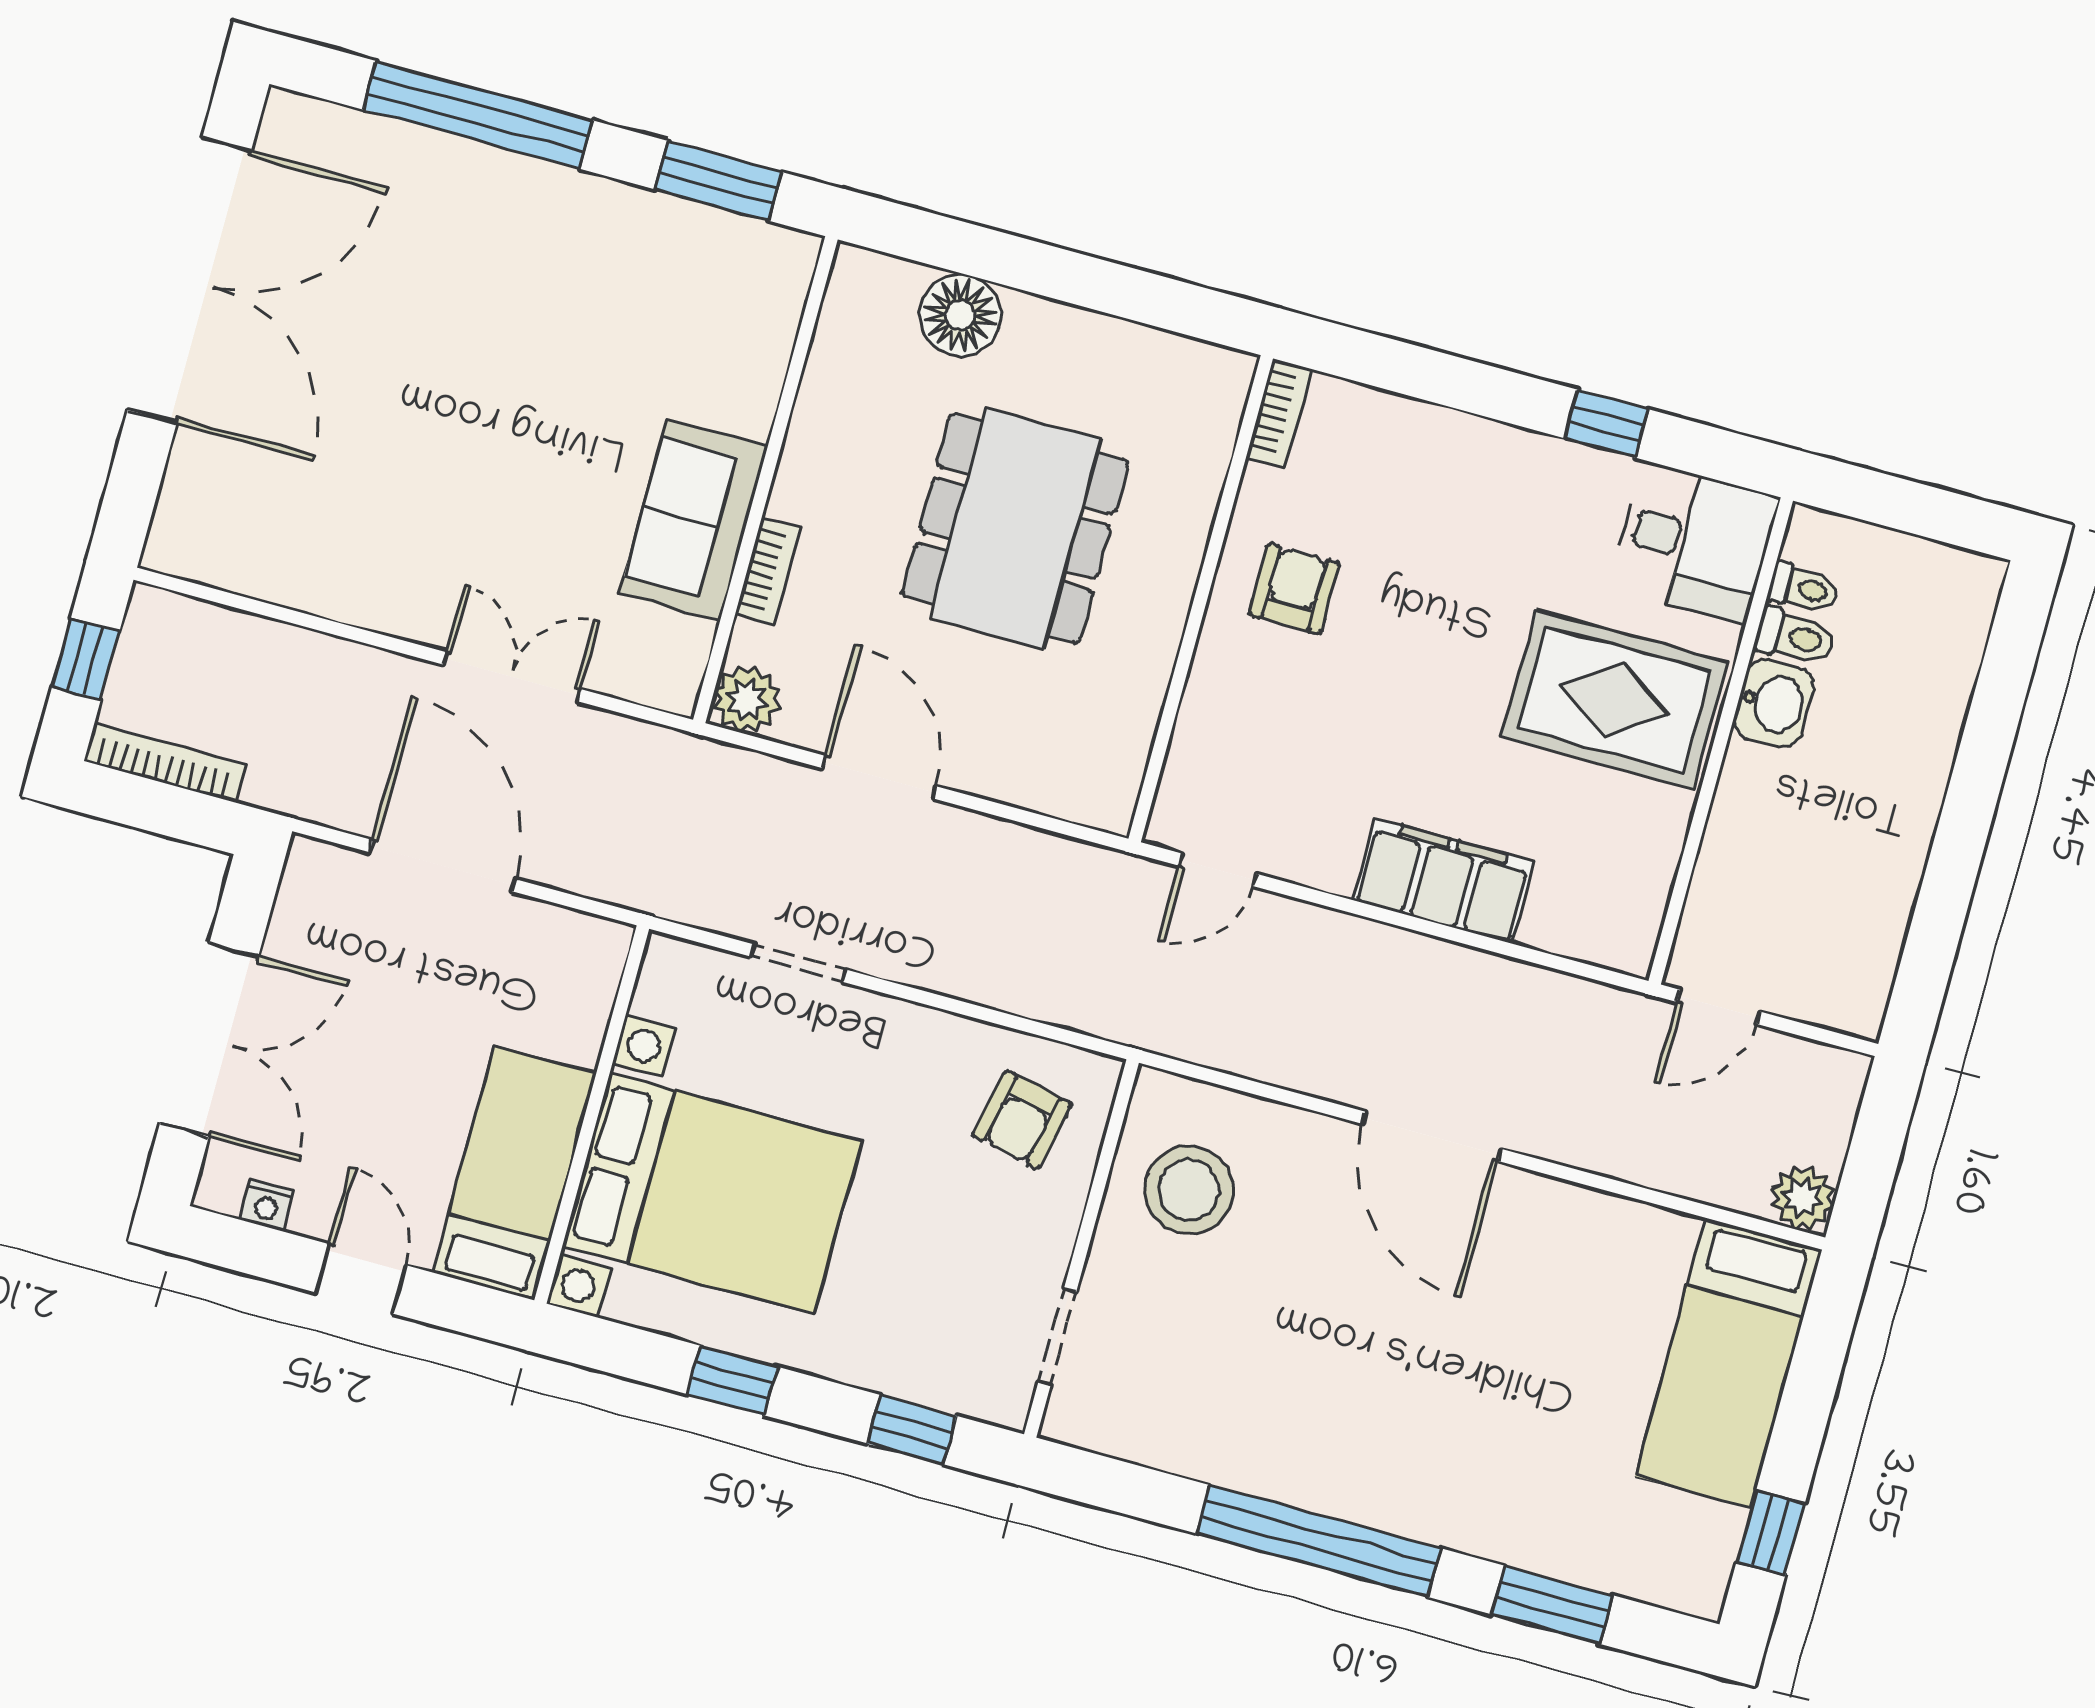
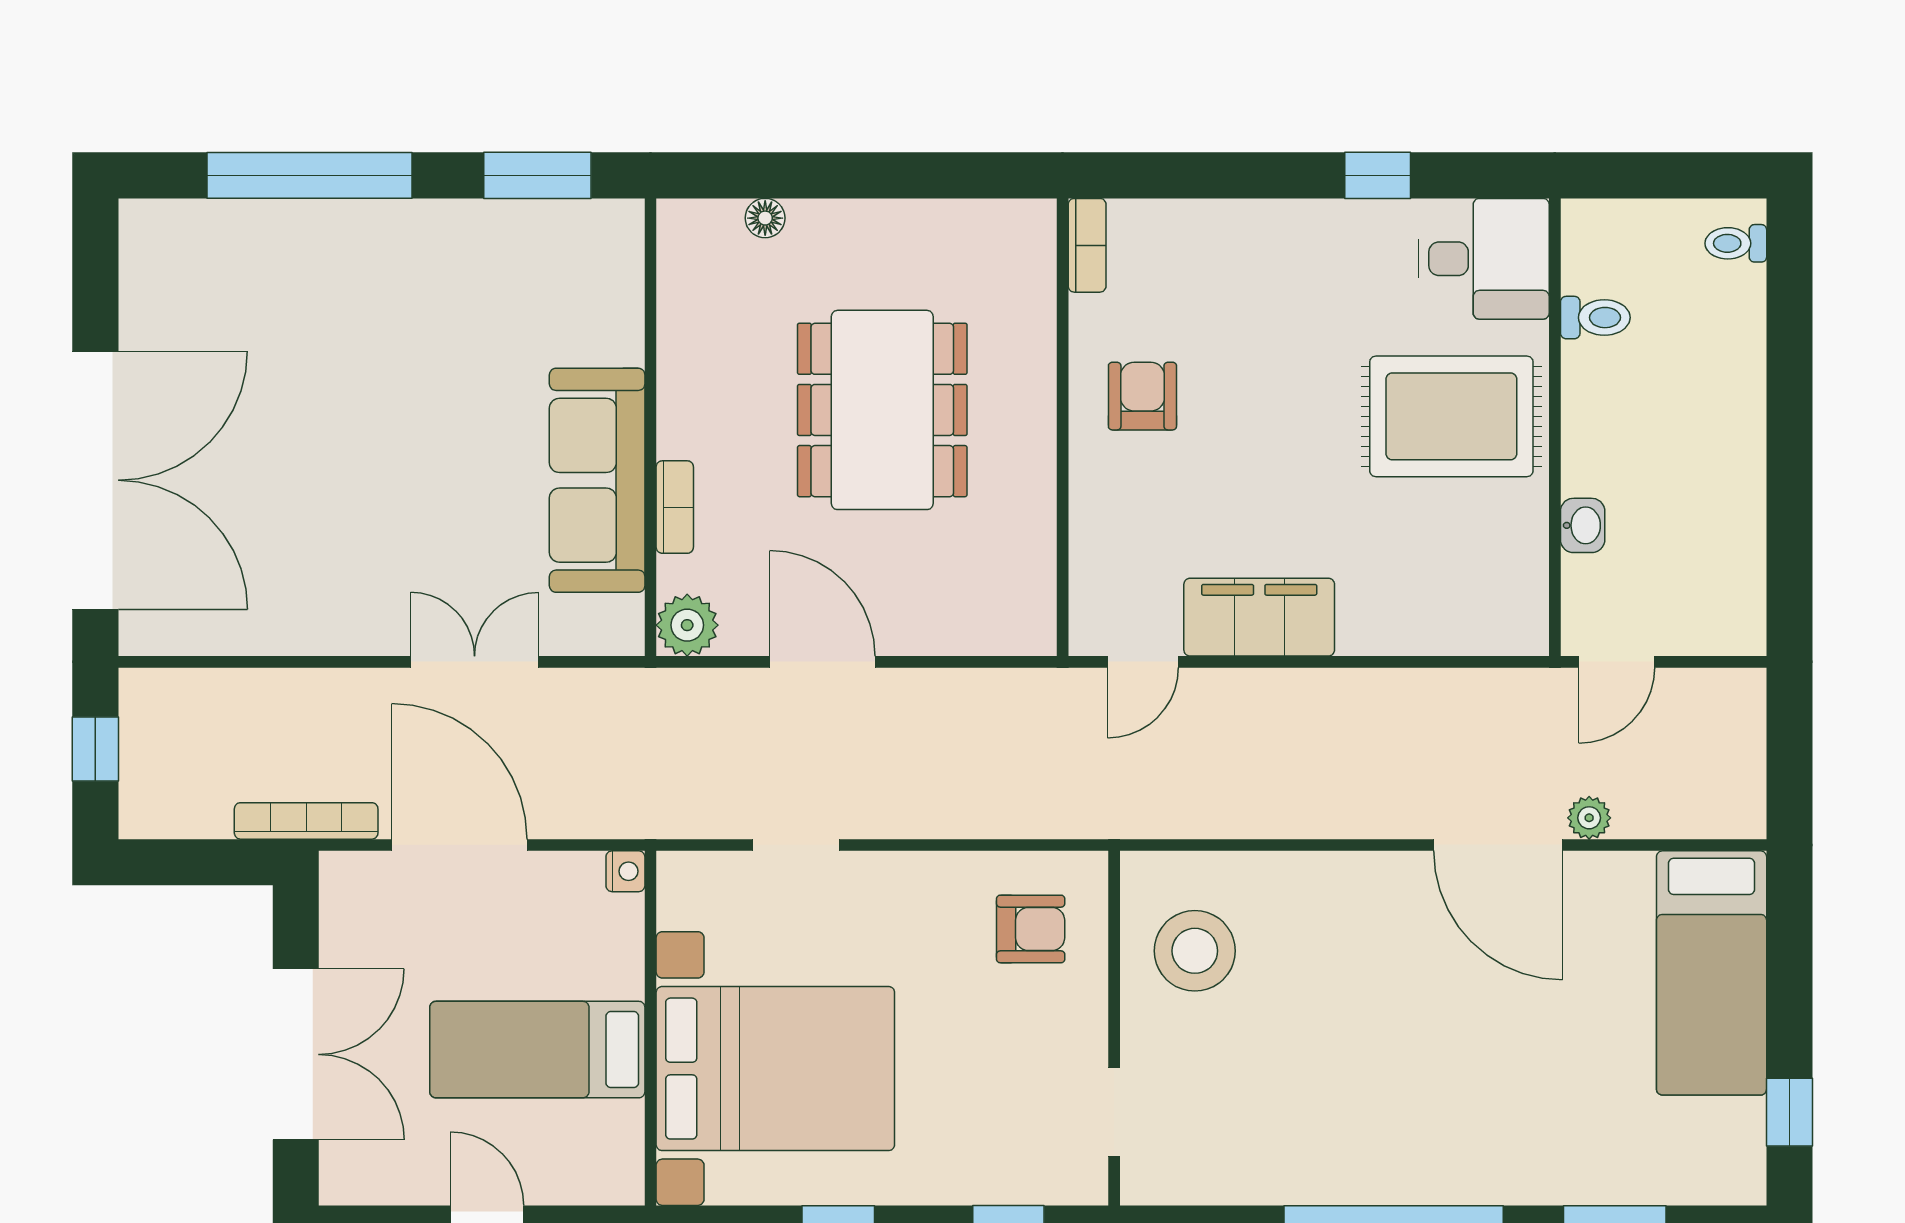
double door: (189, 280) -> (95, 480), moved
floor lamp: (960, 315) -> (765, 218), width x0.53, depth x0.53
sofa: (694, 520) -> (597, 480), width x1.36
toilet: (1804, 588) -> (1736, 243), moved, turned 180
washbasin: (1774, 703) -> (1583, 525), moved, width x0.72, depth x0.69
bookcase: (165, 762) -> (306, 821), moved
filing cabinet: (1444, 881) -> (1259, 617), moved
armchair: (1022, 1120) -> (1031, 929), turned -102
door: (1431, 1136) -> (1498, 845), moved
bed: (514, 1173) -> (537, 1050), moved, turned -90
plant: (1803, 1198) -> (1589, 818), moved, width x0.73, depth x0.73
nightstand: (267, 1205) -> (625, 871), moved, turned -90

